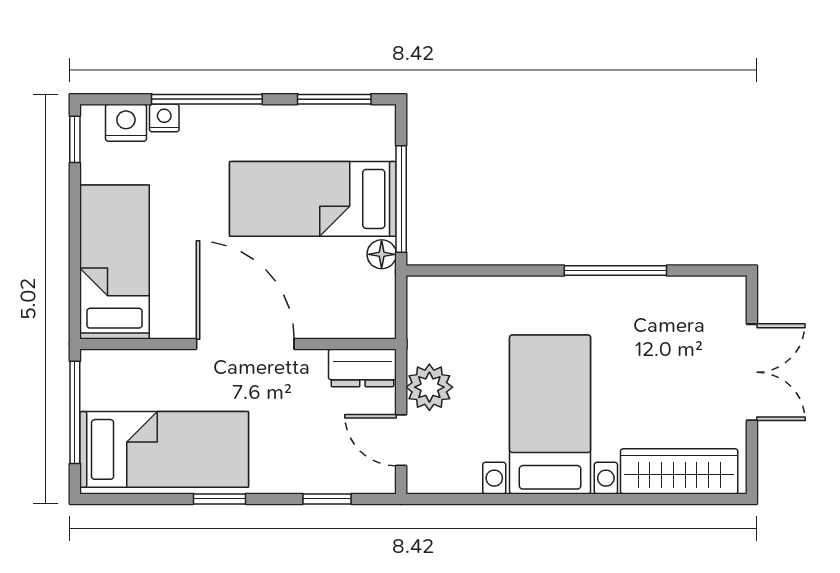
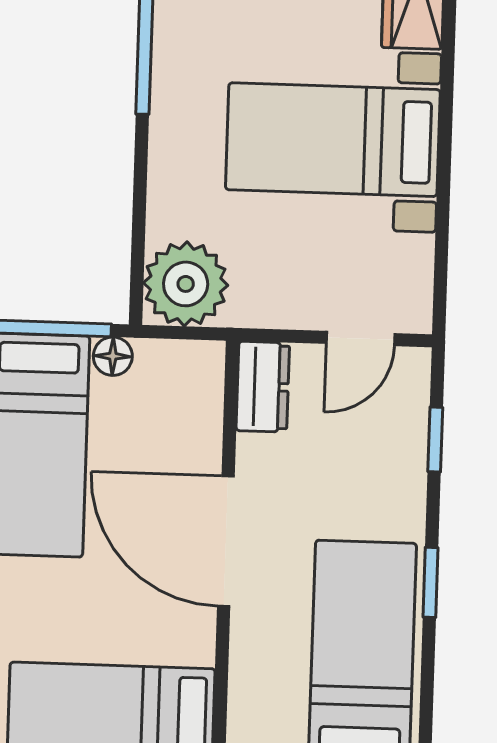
door: (245, 344) -> (226, 541), hinge flipped
plant: (429, 387) -> (186, 284), moved, width x1.36, depth x1.36

